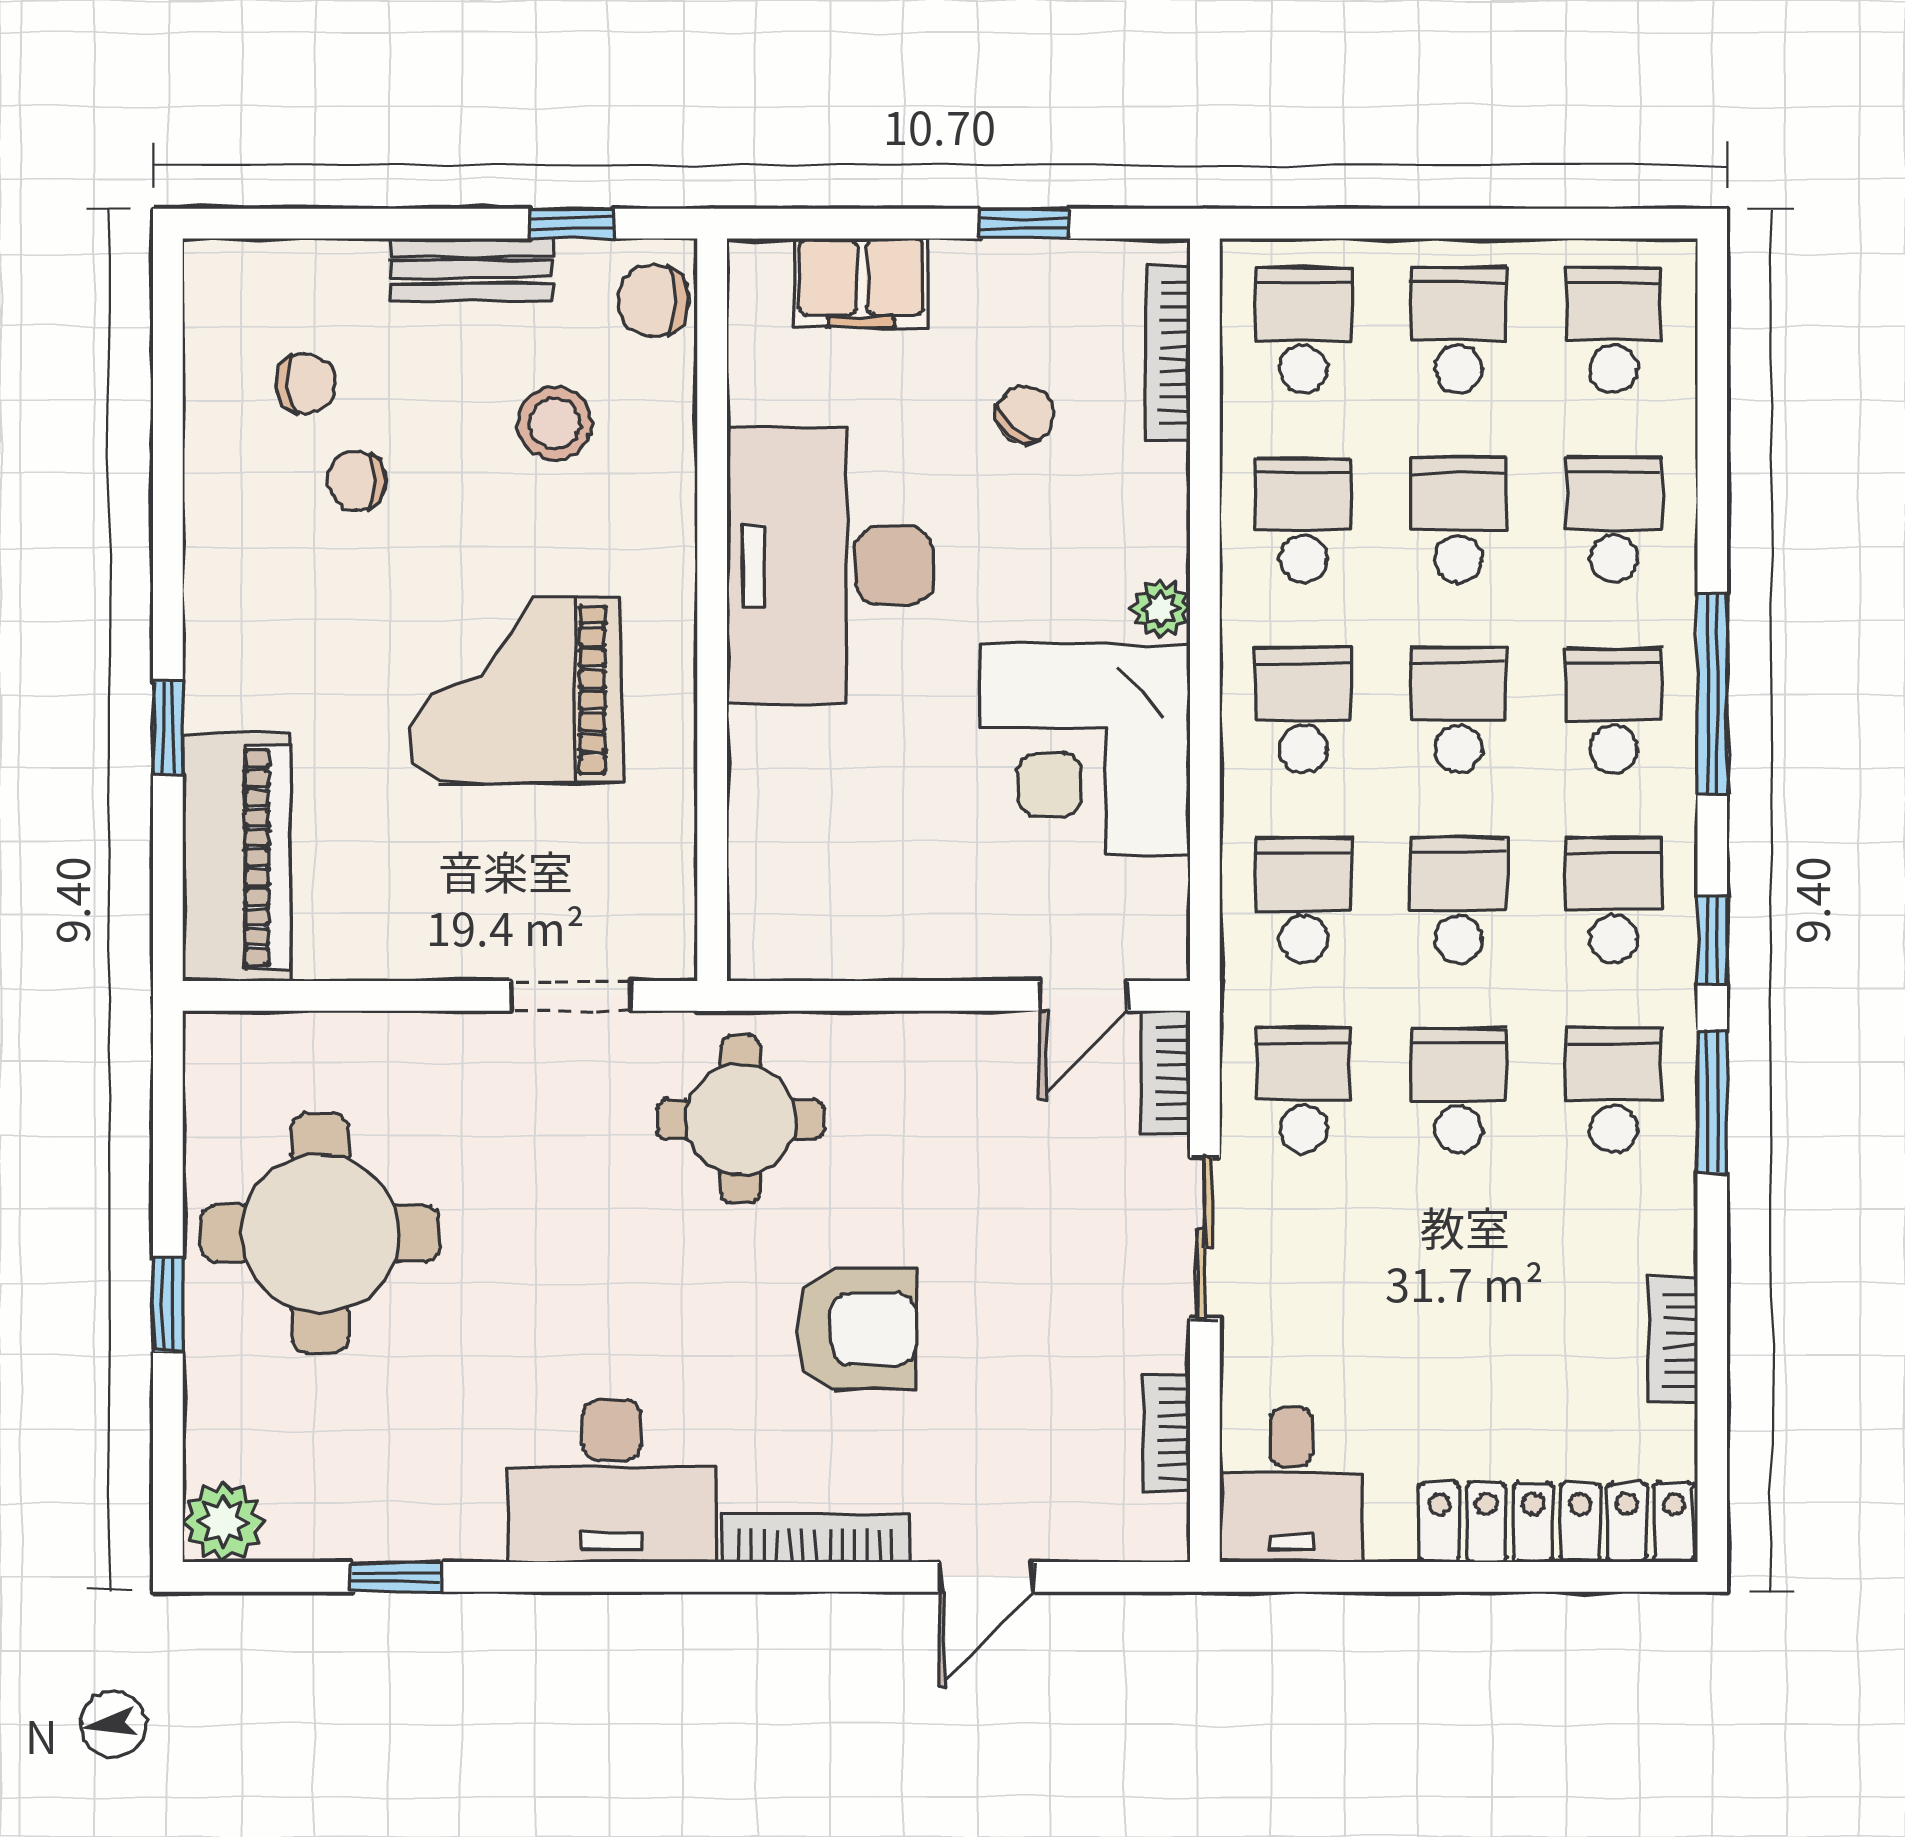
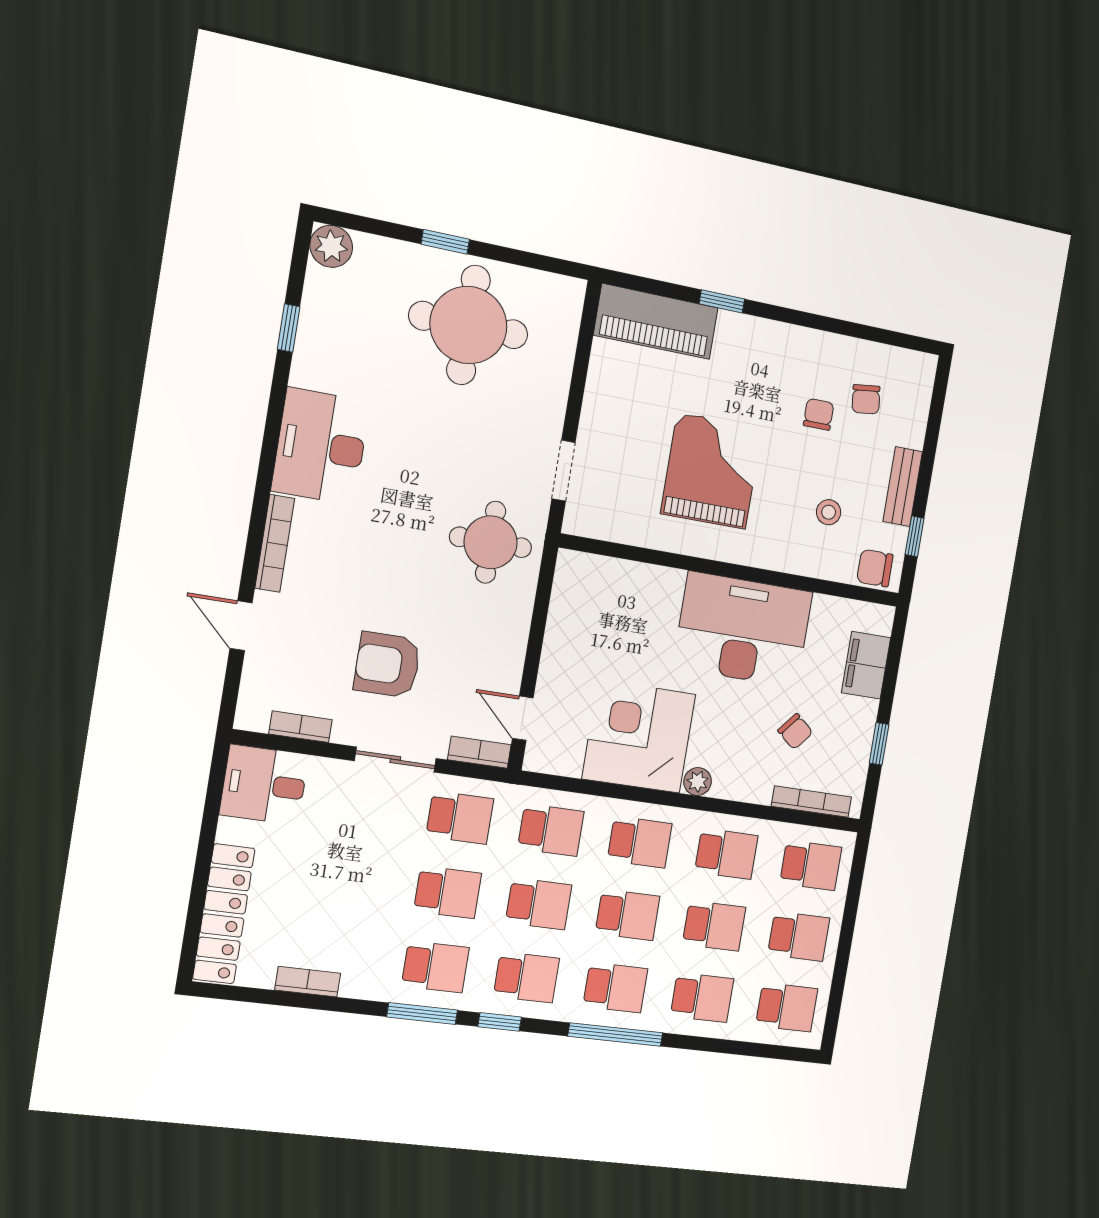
chair: (654, 300) -> (875, 568), turned -90
stool: (555, 423) -> (829, 512), width x0.73, depth x0.73
armchair: (857, 1329) -> (387, 665), moved, turned 90

